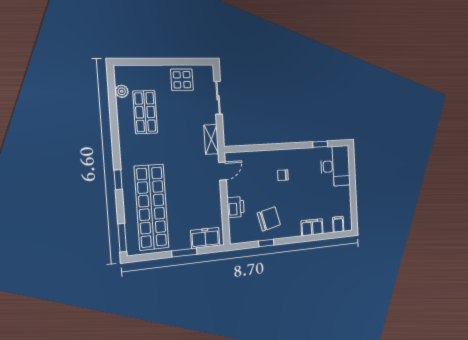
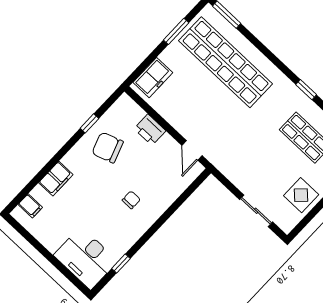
shelving: (211, 139) -> (228, 169), removed
window: (118, 180) -> (306, 90), moved
chair: (269, 219) -> (108, 148), turned 85
window: (184, 253) -> (176, 31), moved

